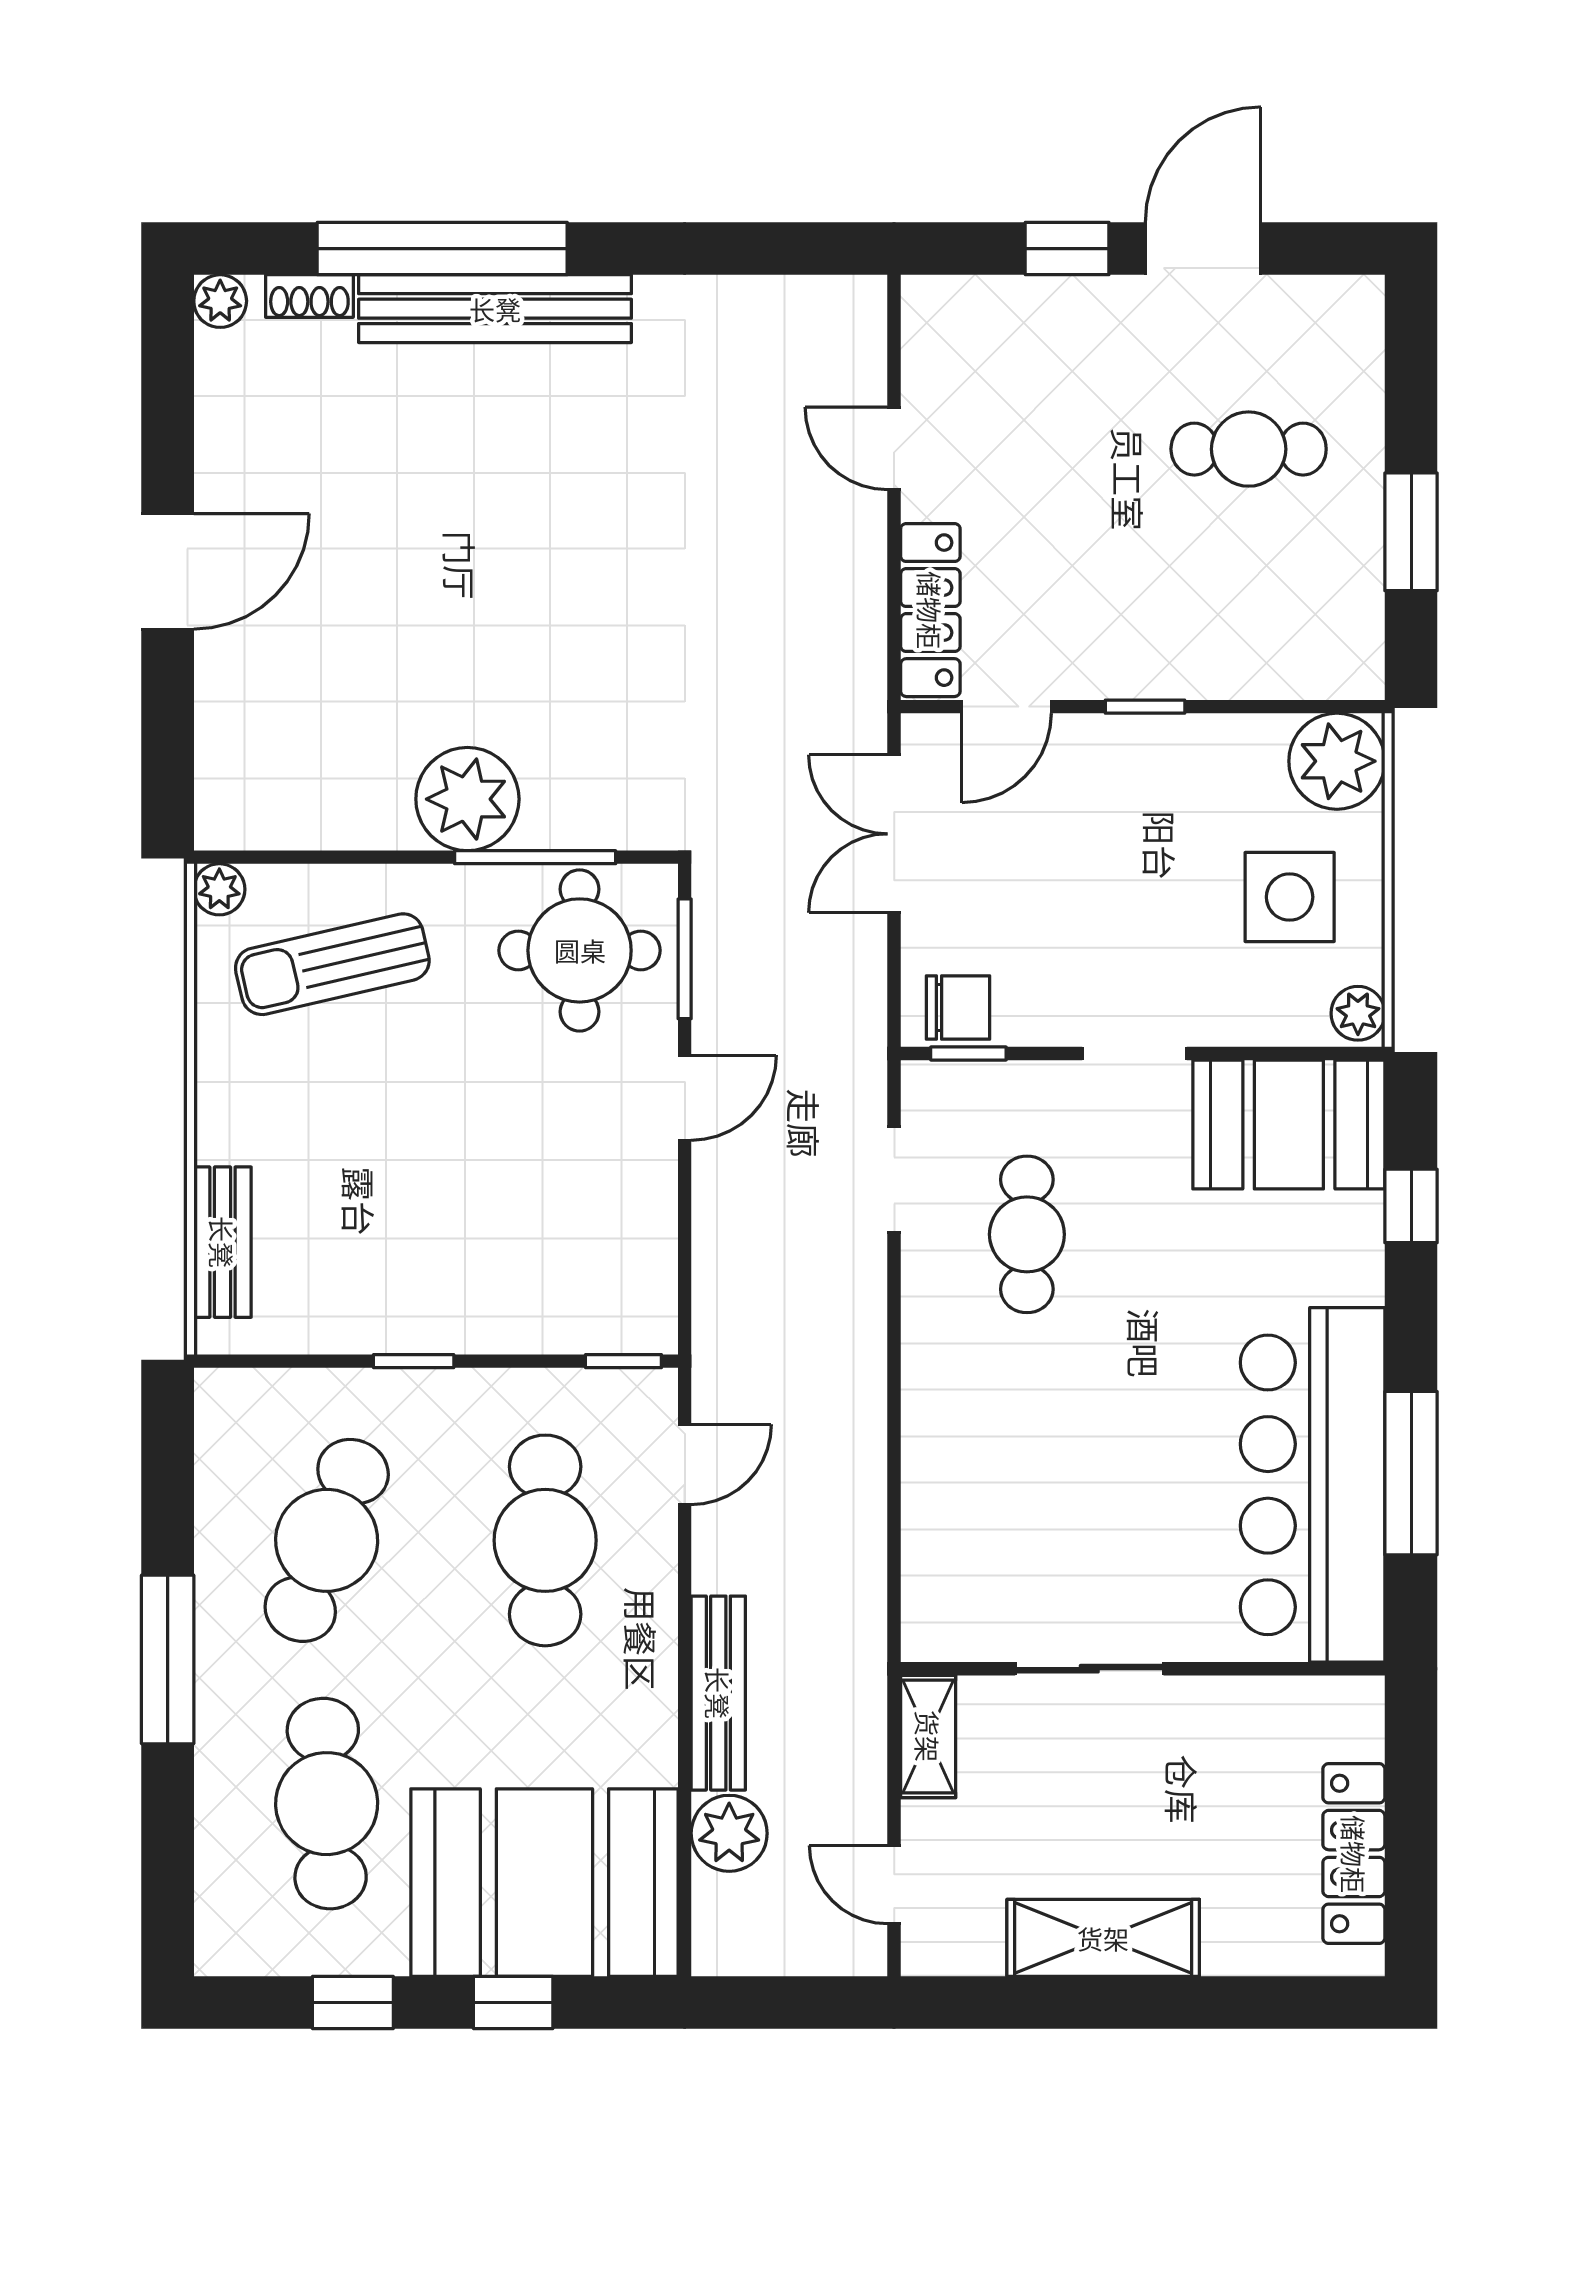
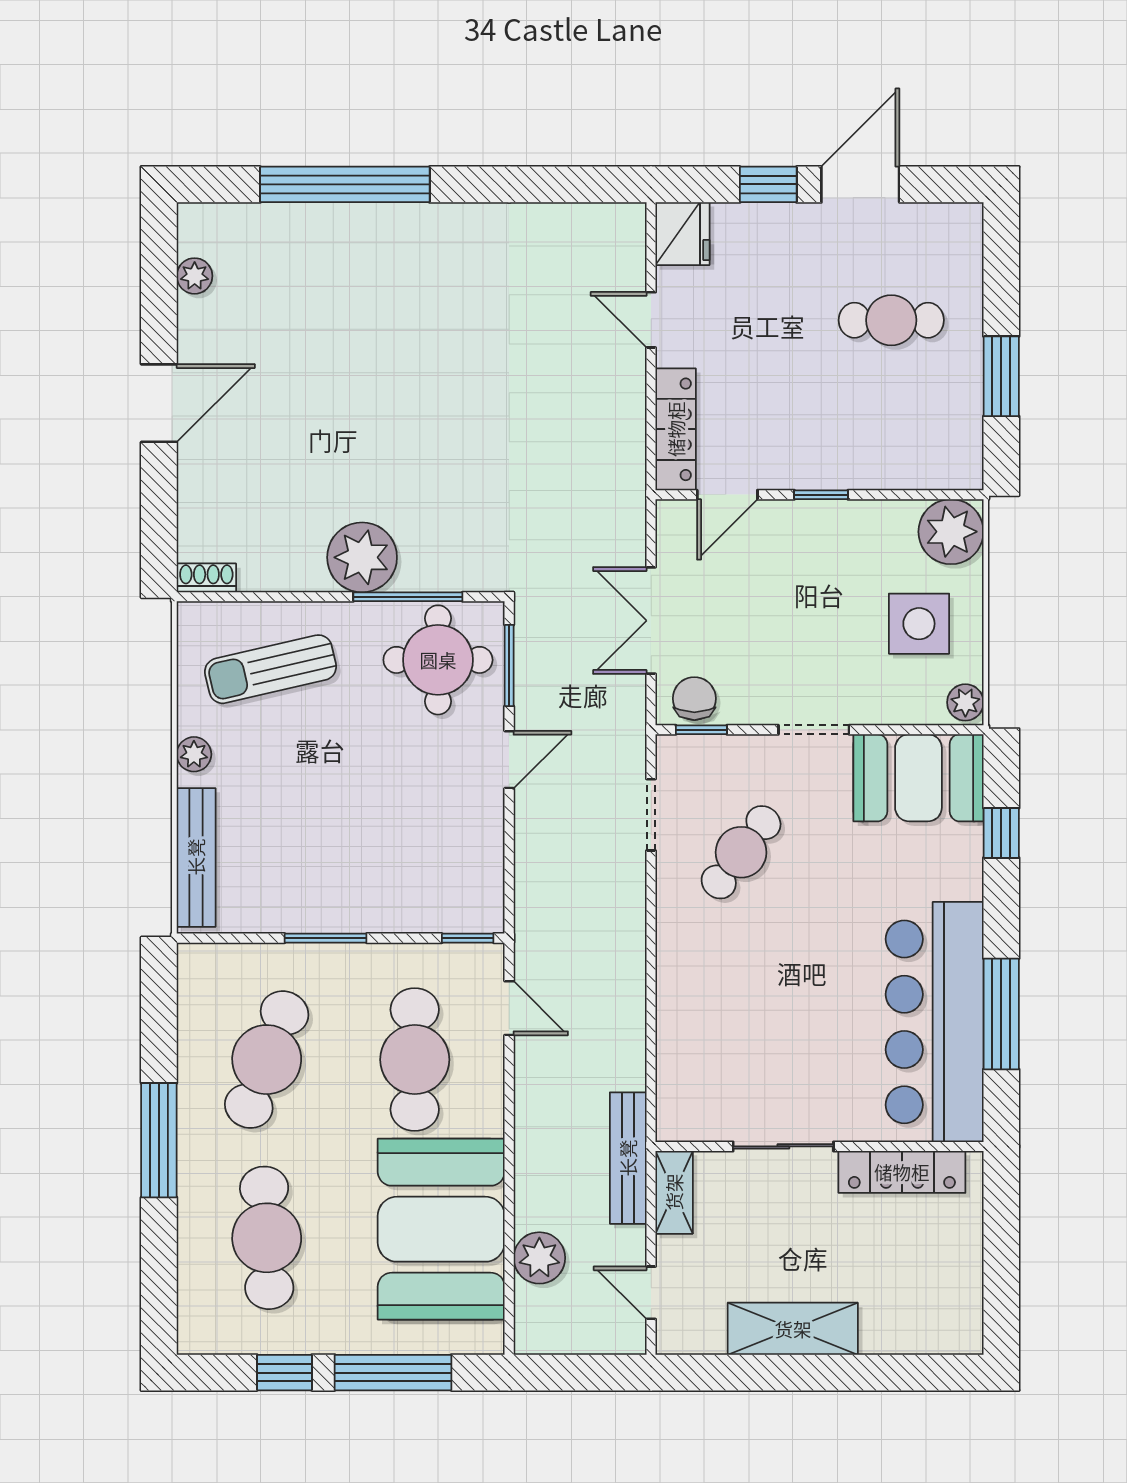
shoe rack: (309, 296) -> (206, 578), moved, turned 180
plant: (220, 301) -> (195, 276), moved
bench: (495, 309) -> (381, 225), removed
fridge: (941, 321) -> (683, 234), added
double door: (894, 834) -> (651, 621), moved
plant: (219, 889) -> (194, 754), moved
chair: (958, 1008) -> (694, 699), turned -90
cafe table: (1027, 1234) -> (741, 852), turned 37
bench: (222, 1242) -> (196, 857), width x1.36
window: (414, 1361) -> (326, 938), width x1.50
door: (685, 1465) -> (509, 1008), hinge flipped
bench: (718, 1693) -> (628, 1158), moved
locker: (1354, 1854) -> (902, 1172), moved, turned -90
booth: (544, 1883) -> (441, 1229), moved, turned 90
window: (513, 2002) -> (393, 1373), width x2.17

